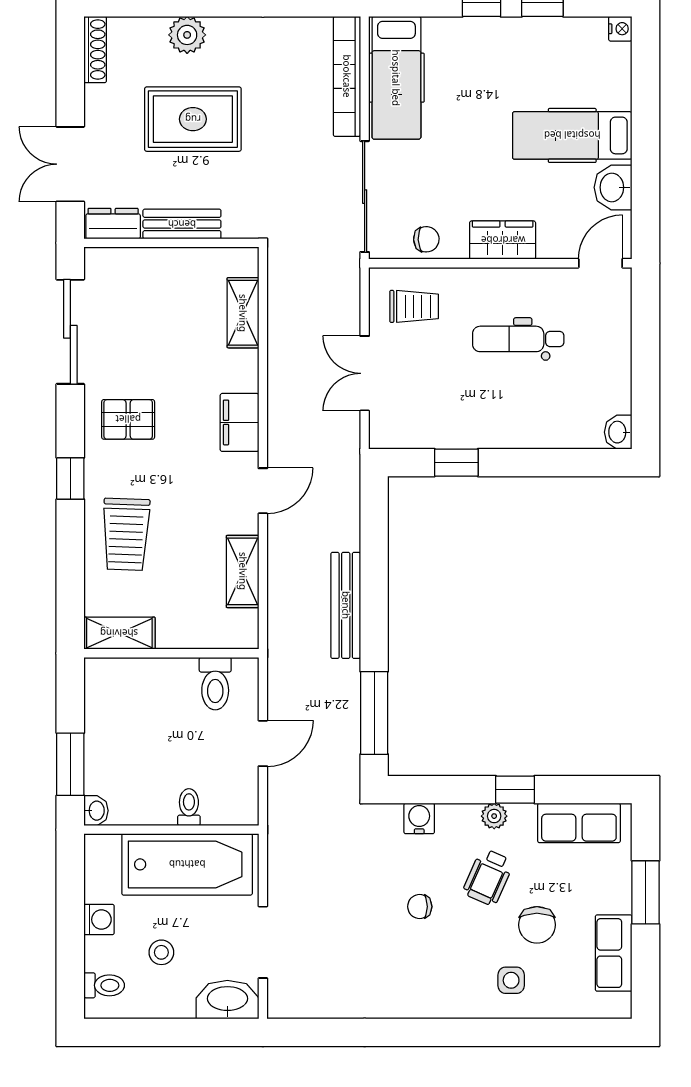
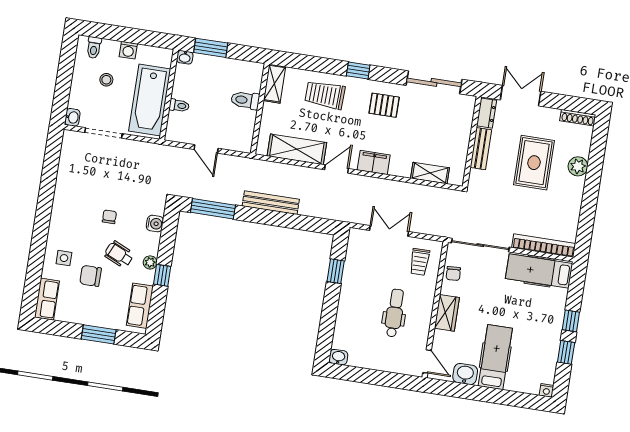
pallet: (128, 419) -> (384, 105), turned 90
door: (263, 491) -> (337, 169), swing flipped
shelving: (243, 571) -> (297, 149), width x1.50, depth x1.33
toilet: (215, 684) -> (245, 100), moved
row of seats: (614, 953) -> (47, 299), moved, turned 90
washbasin: (227, 1000) -> (72, 117), width x0.52, depth x0.69

